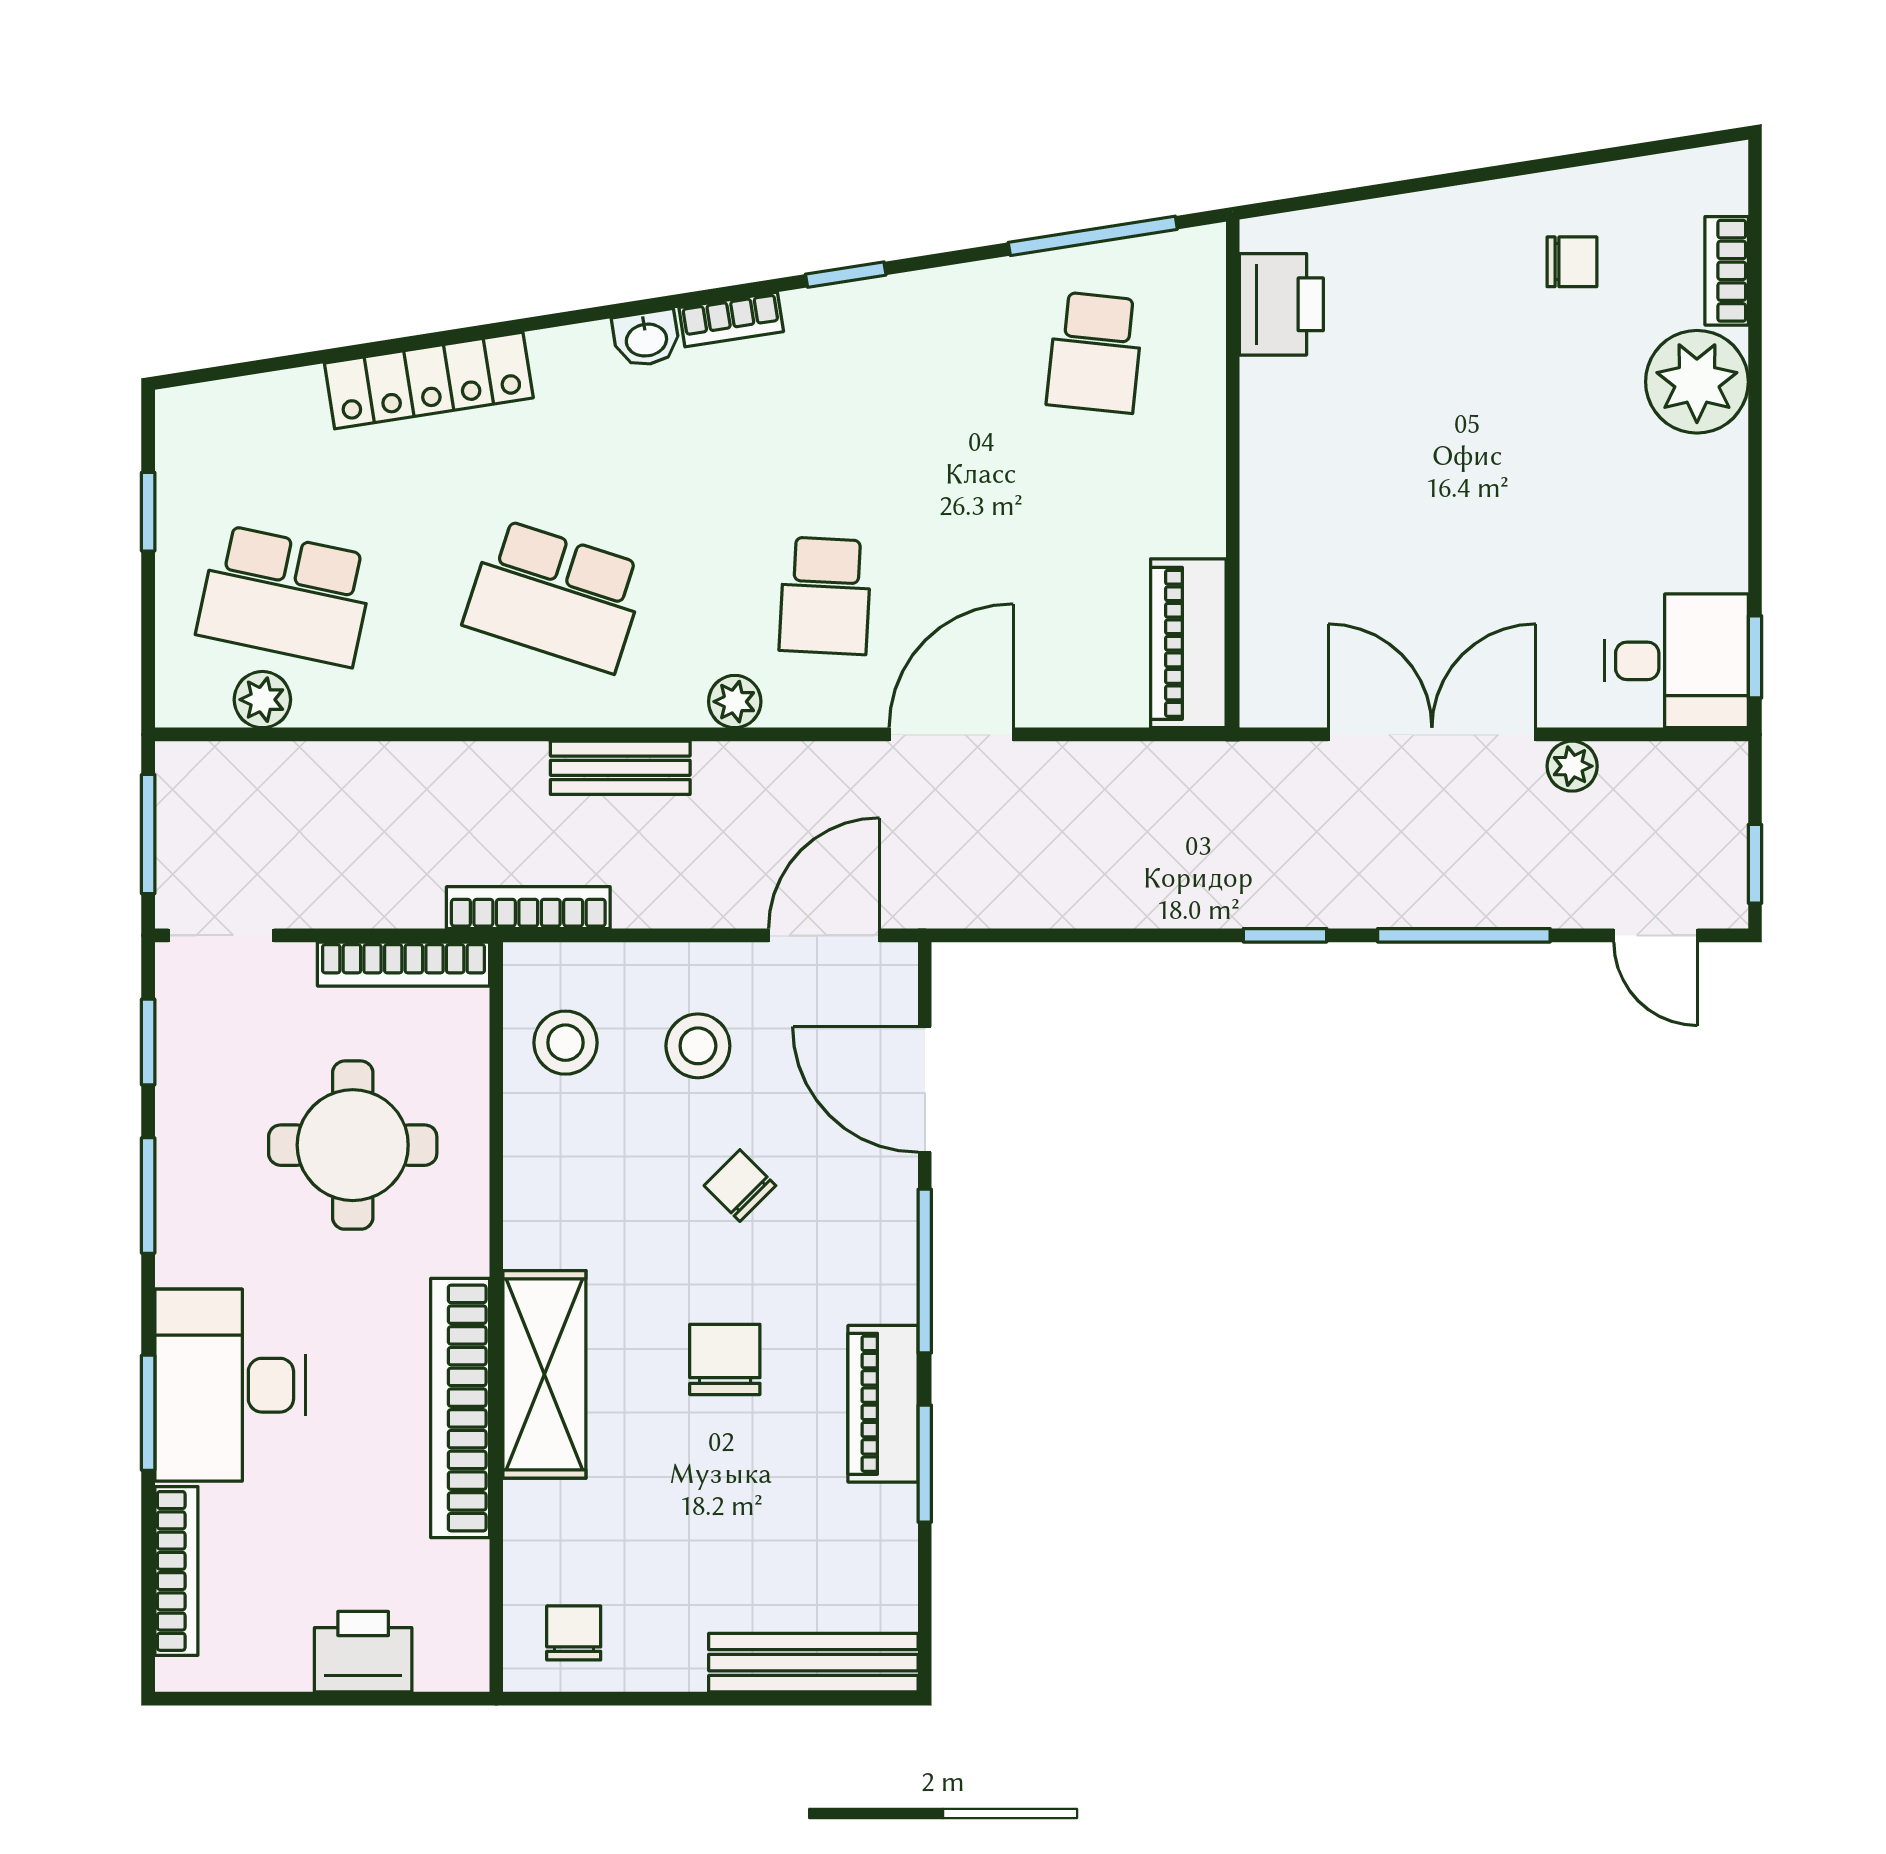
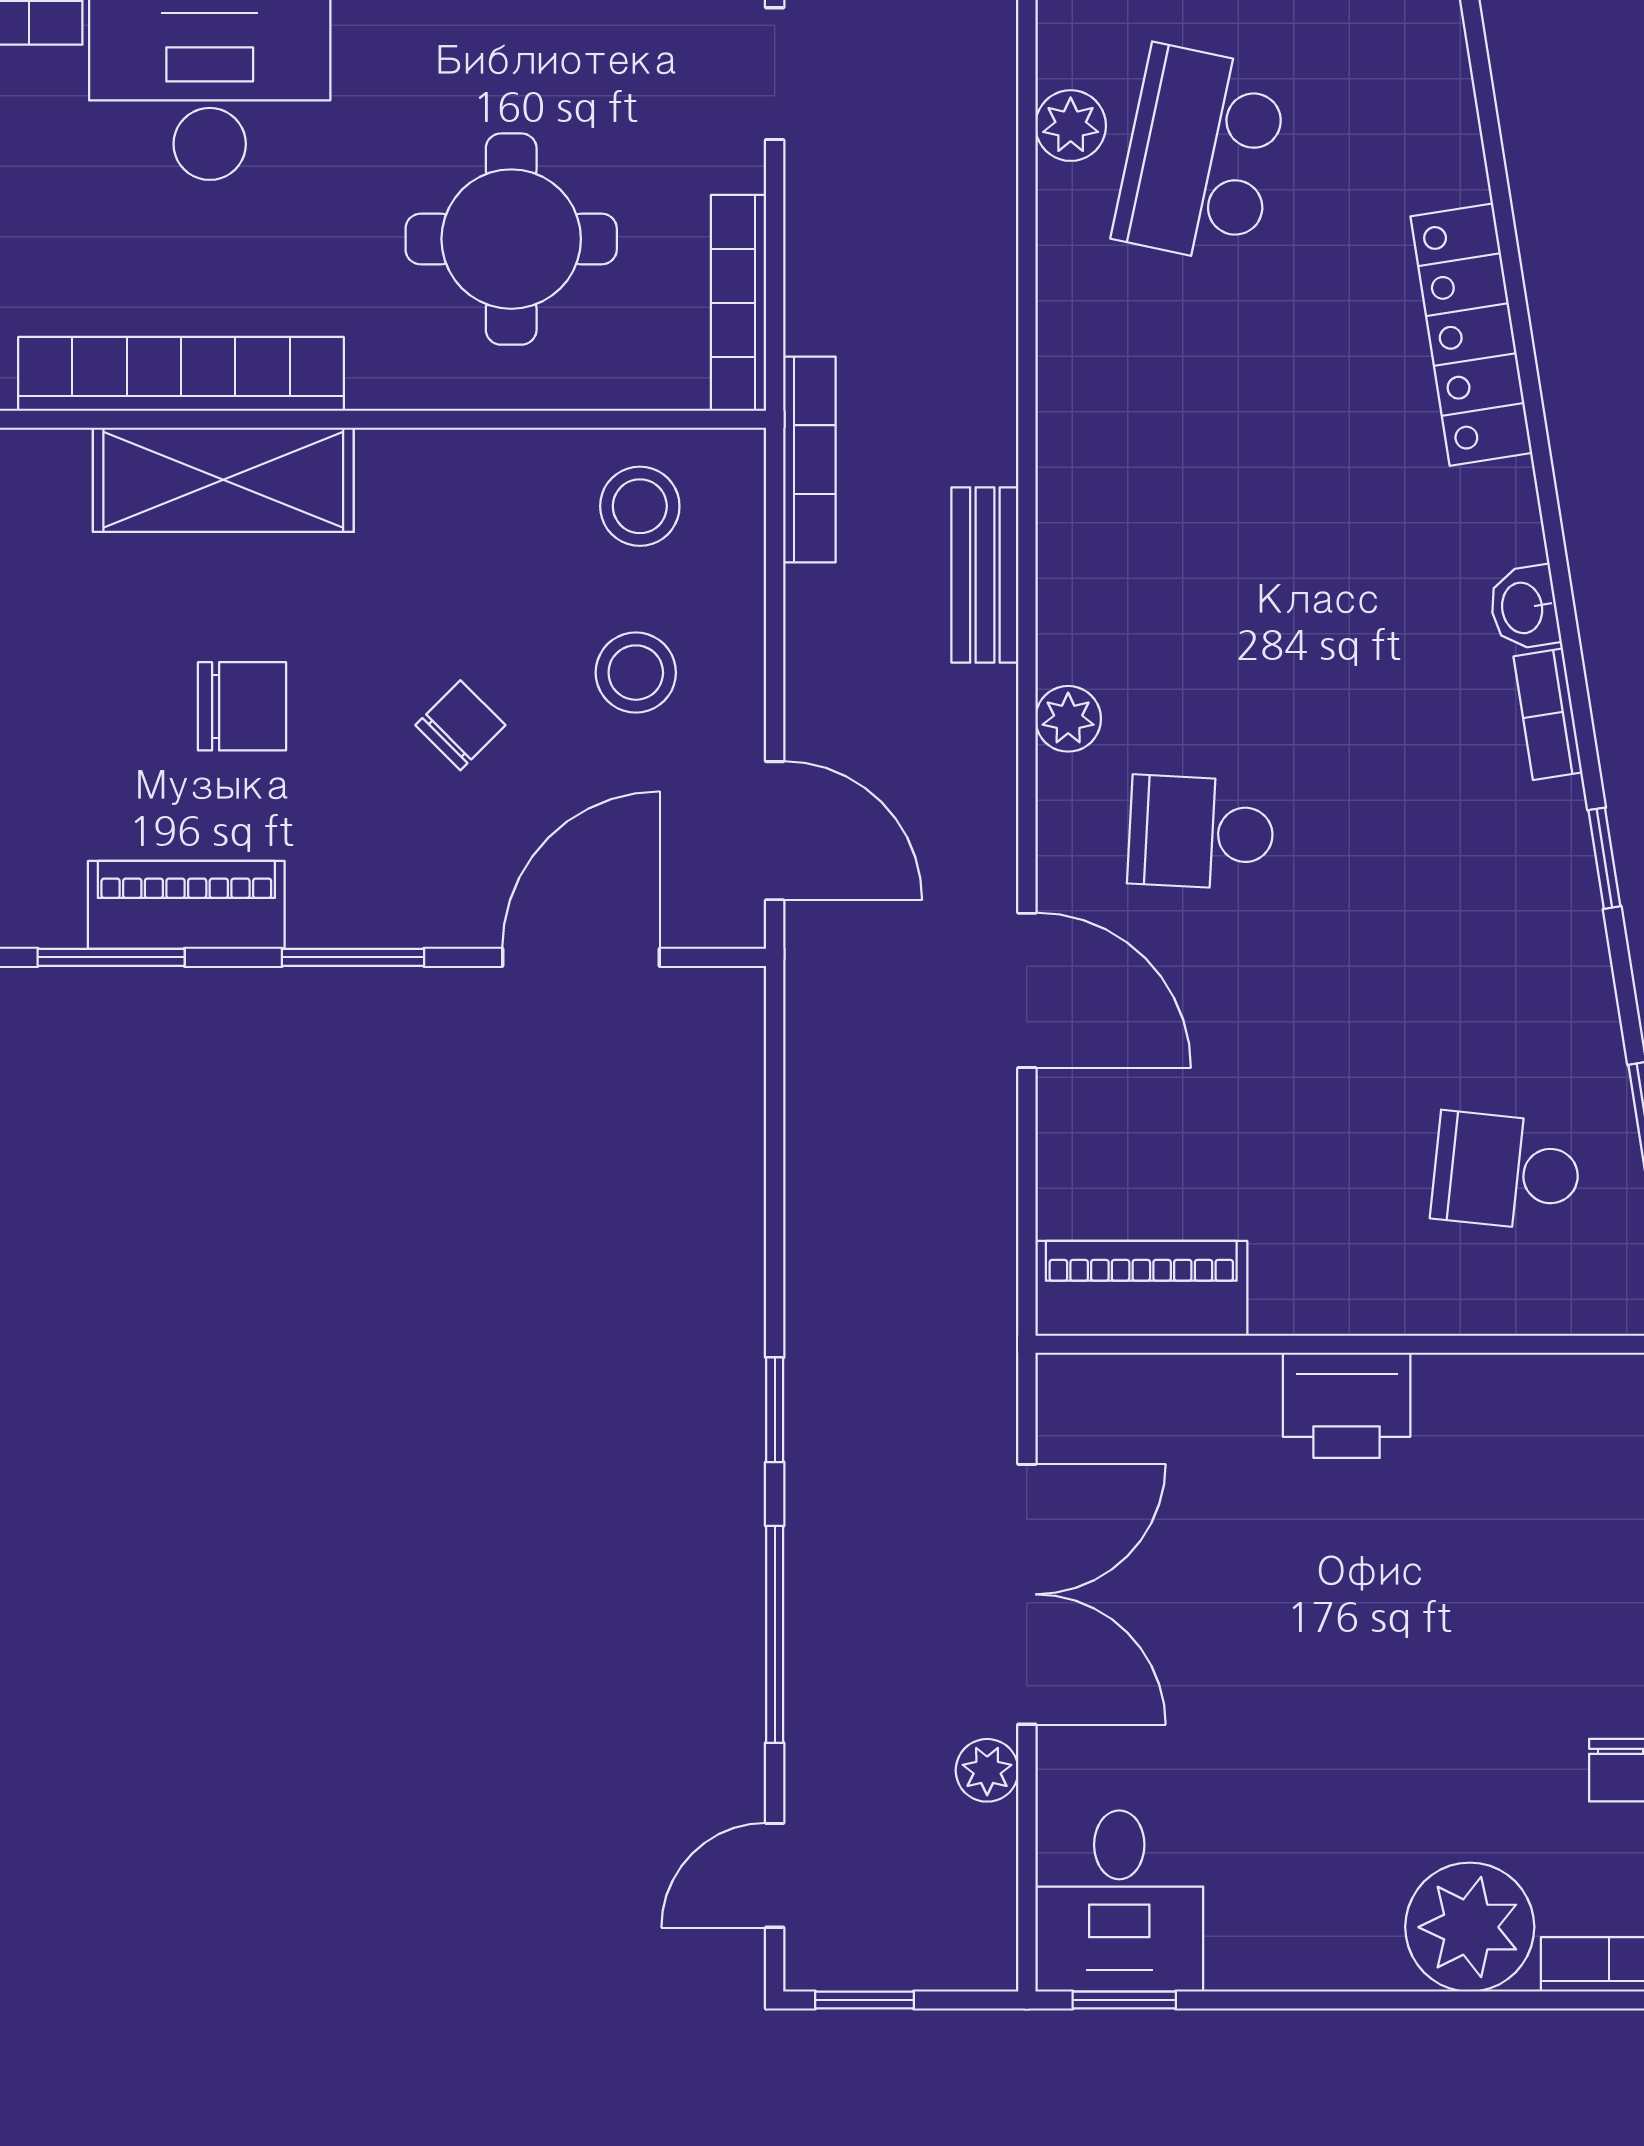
printer: (1281, 304) -> (1347, 1405), moved
school desk: (555, 596) -> (1201, 494), removed
window: (925, 1271) -> (353, 957), width x0.69

